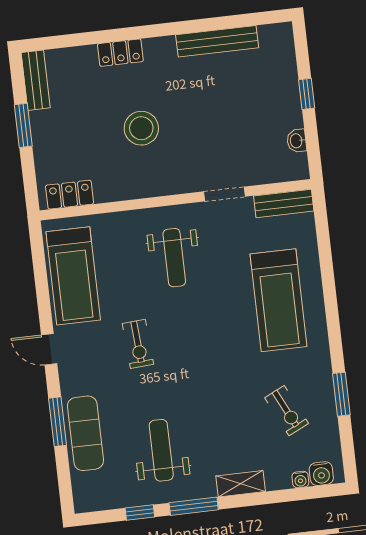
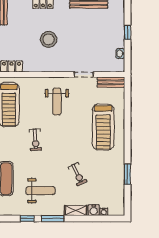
exercise bike: (287, 411) -> (78, 174), moved
weight bench: (161, 450) -> (40, 191), turned 90
water cooler: (321, 474) -> (94, 210), moved

